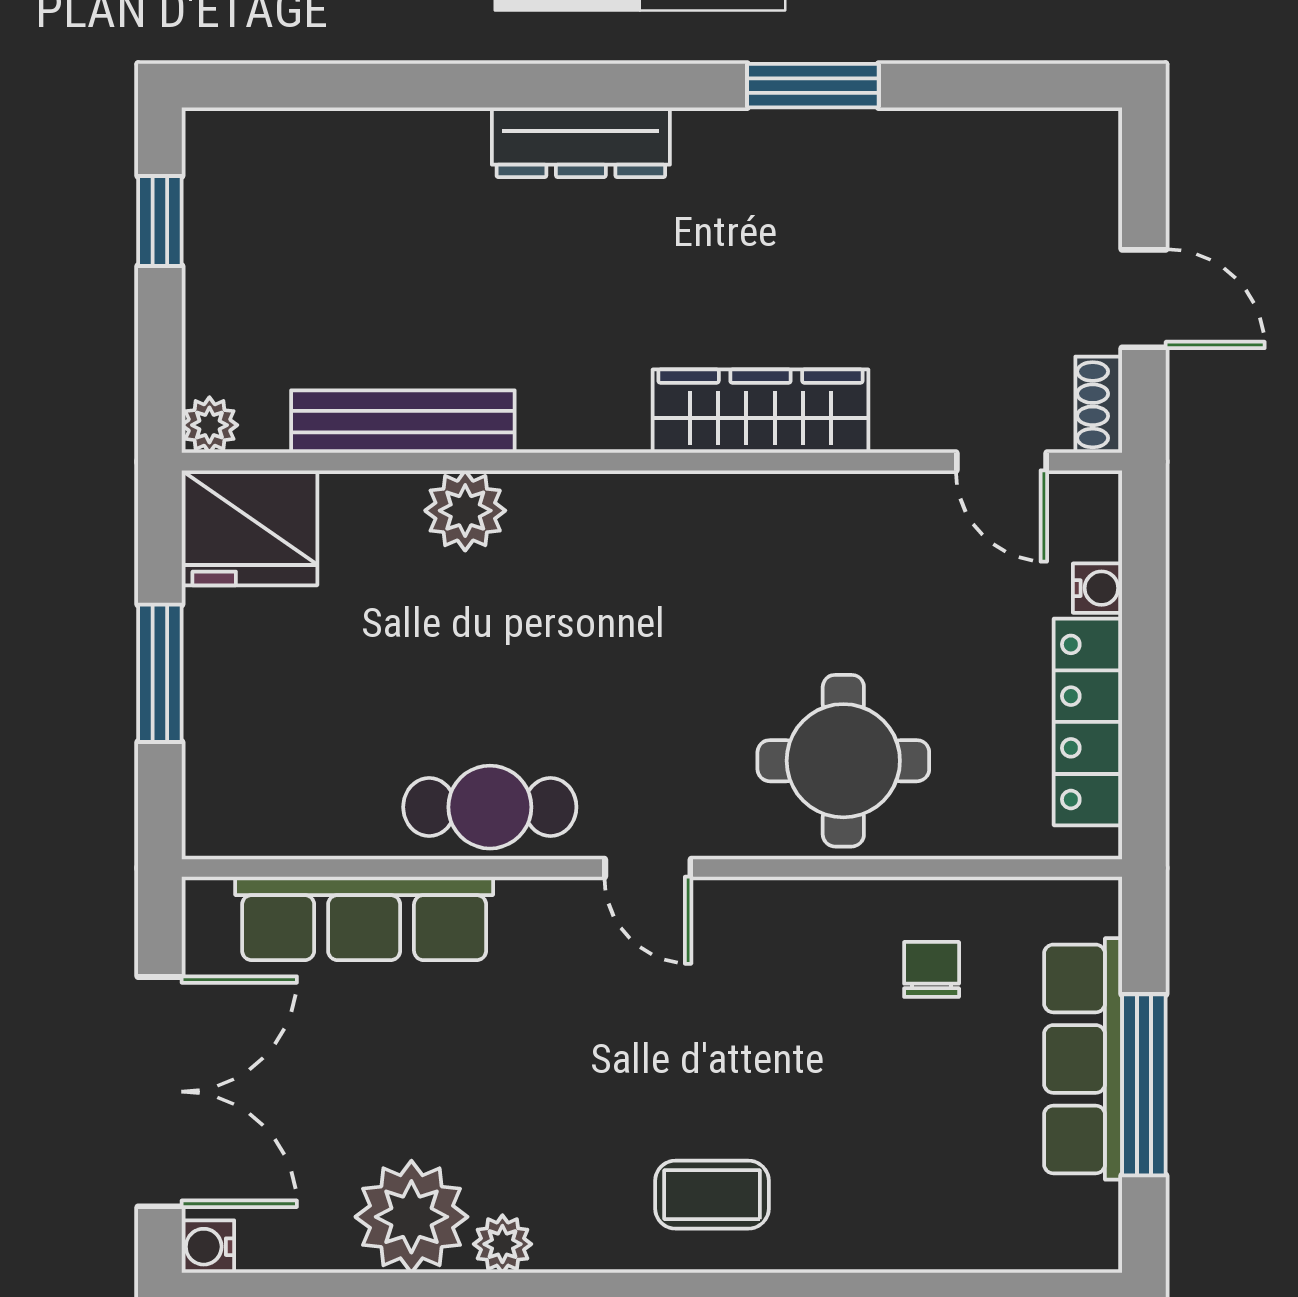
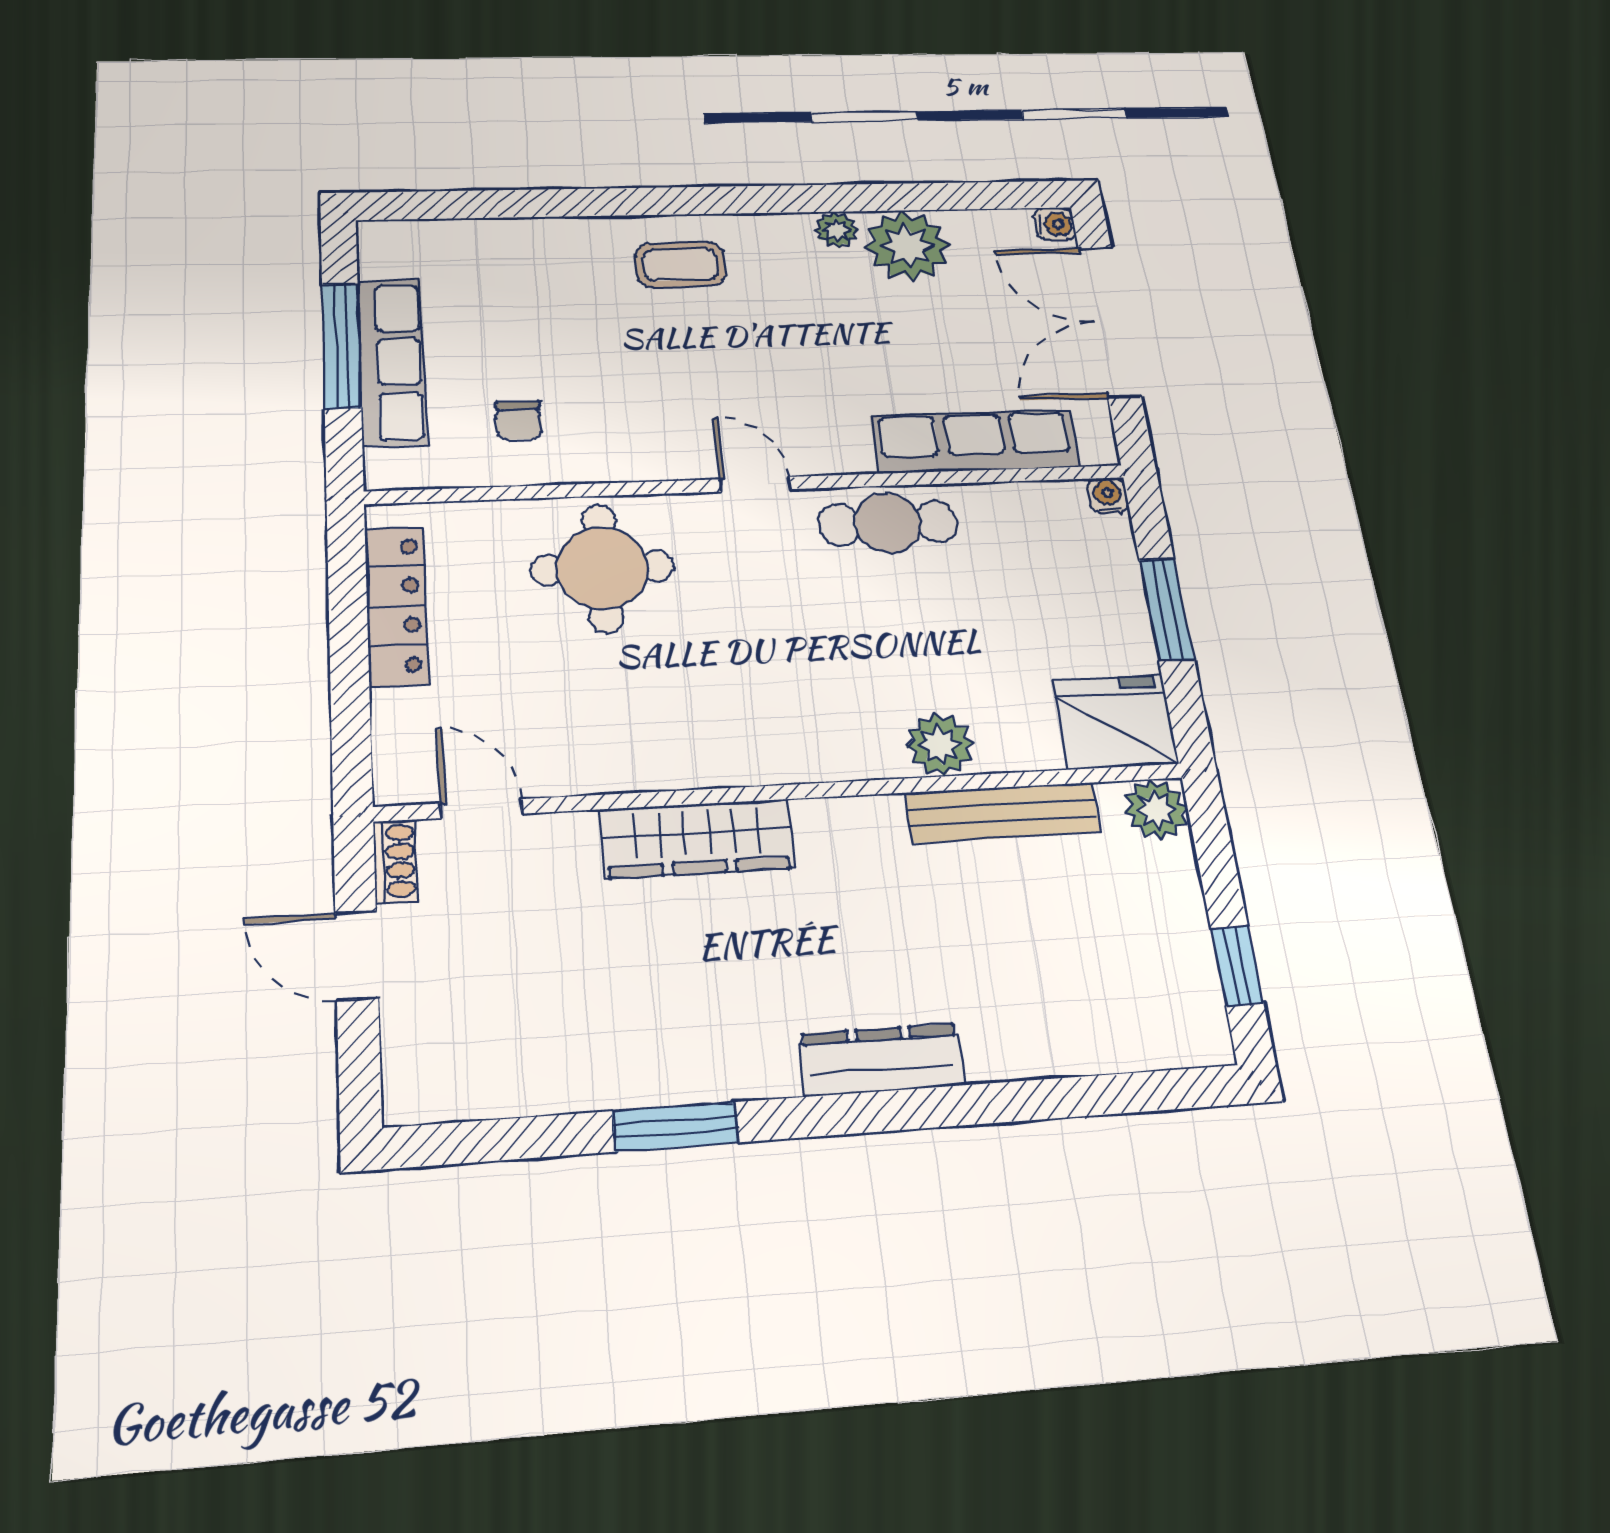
plant: (209, 425) -> (1156, 810), width x1.38, depth x1.38
water cooler: (1097, 588) -> (1108, 495), moved, turned 90

